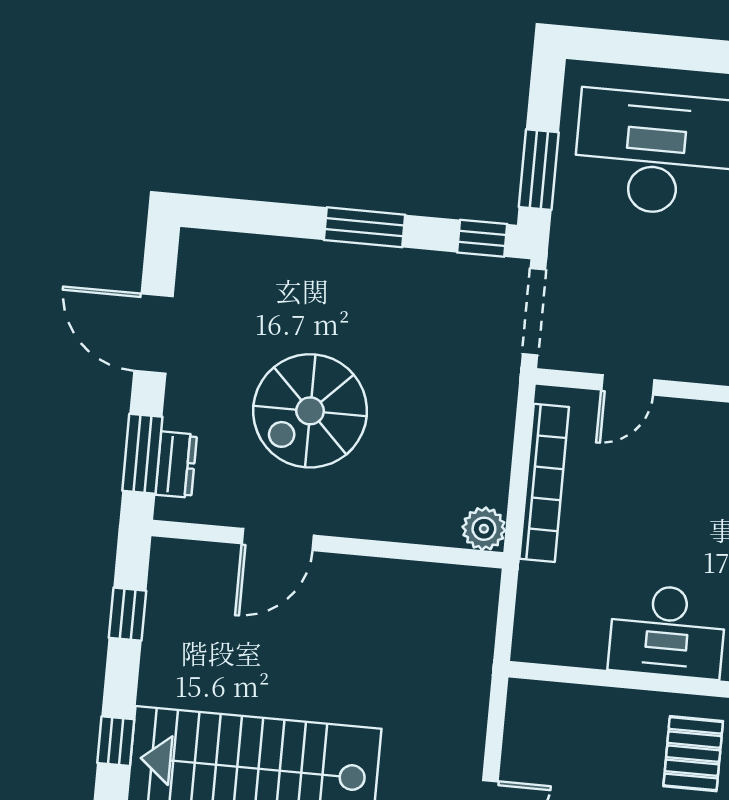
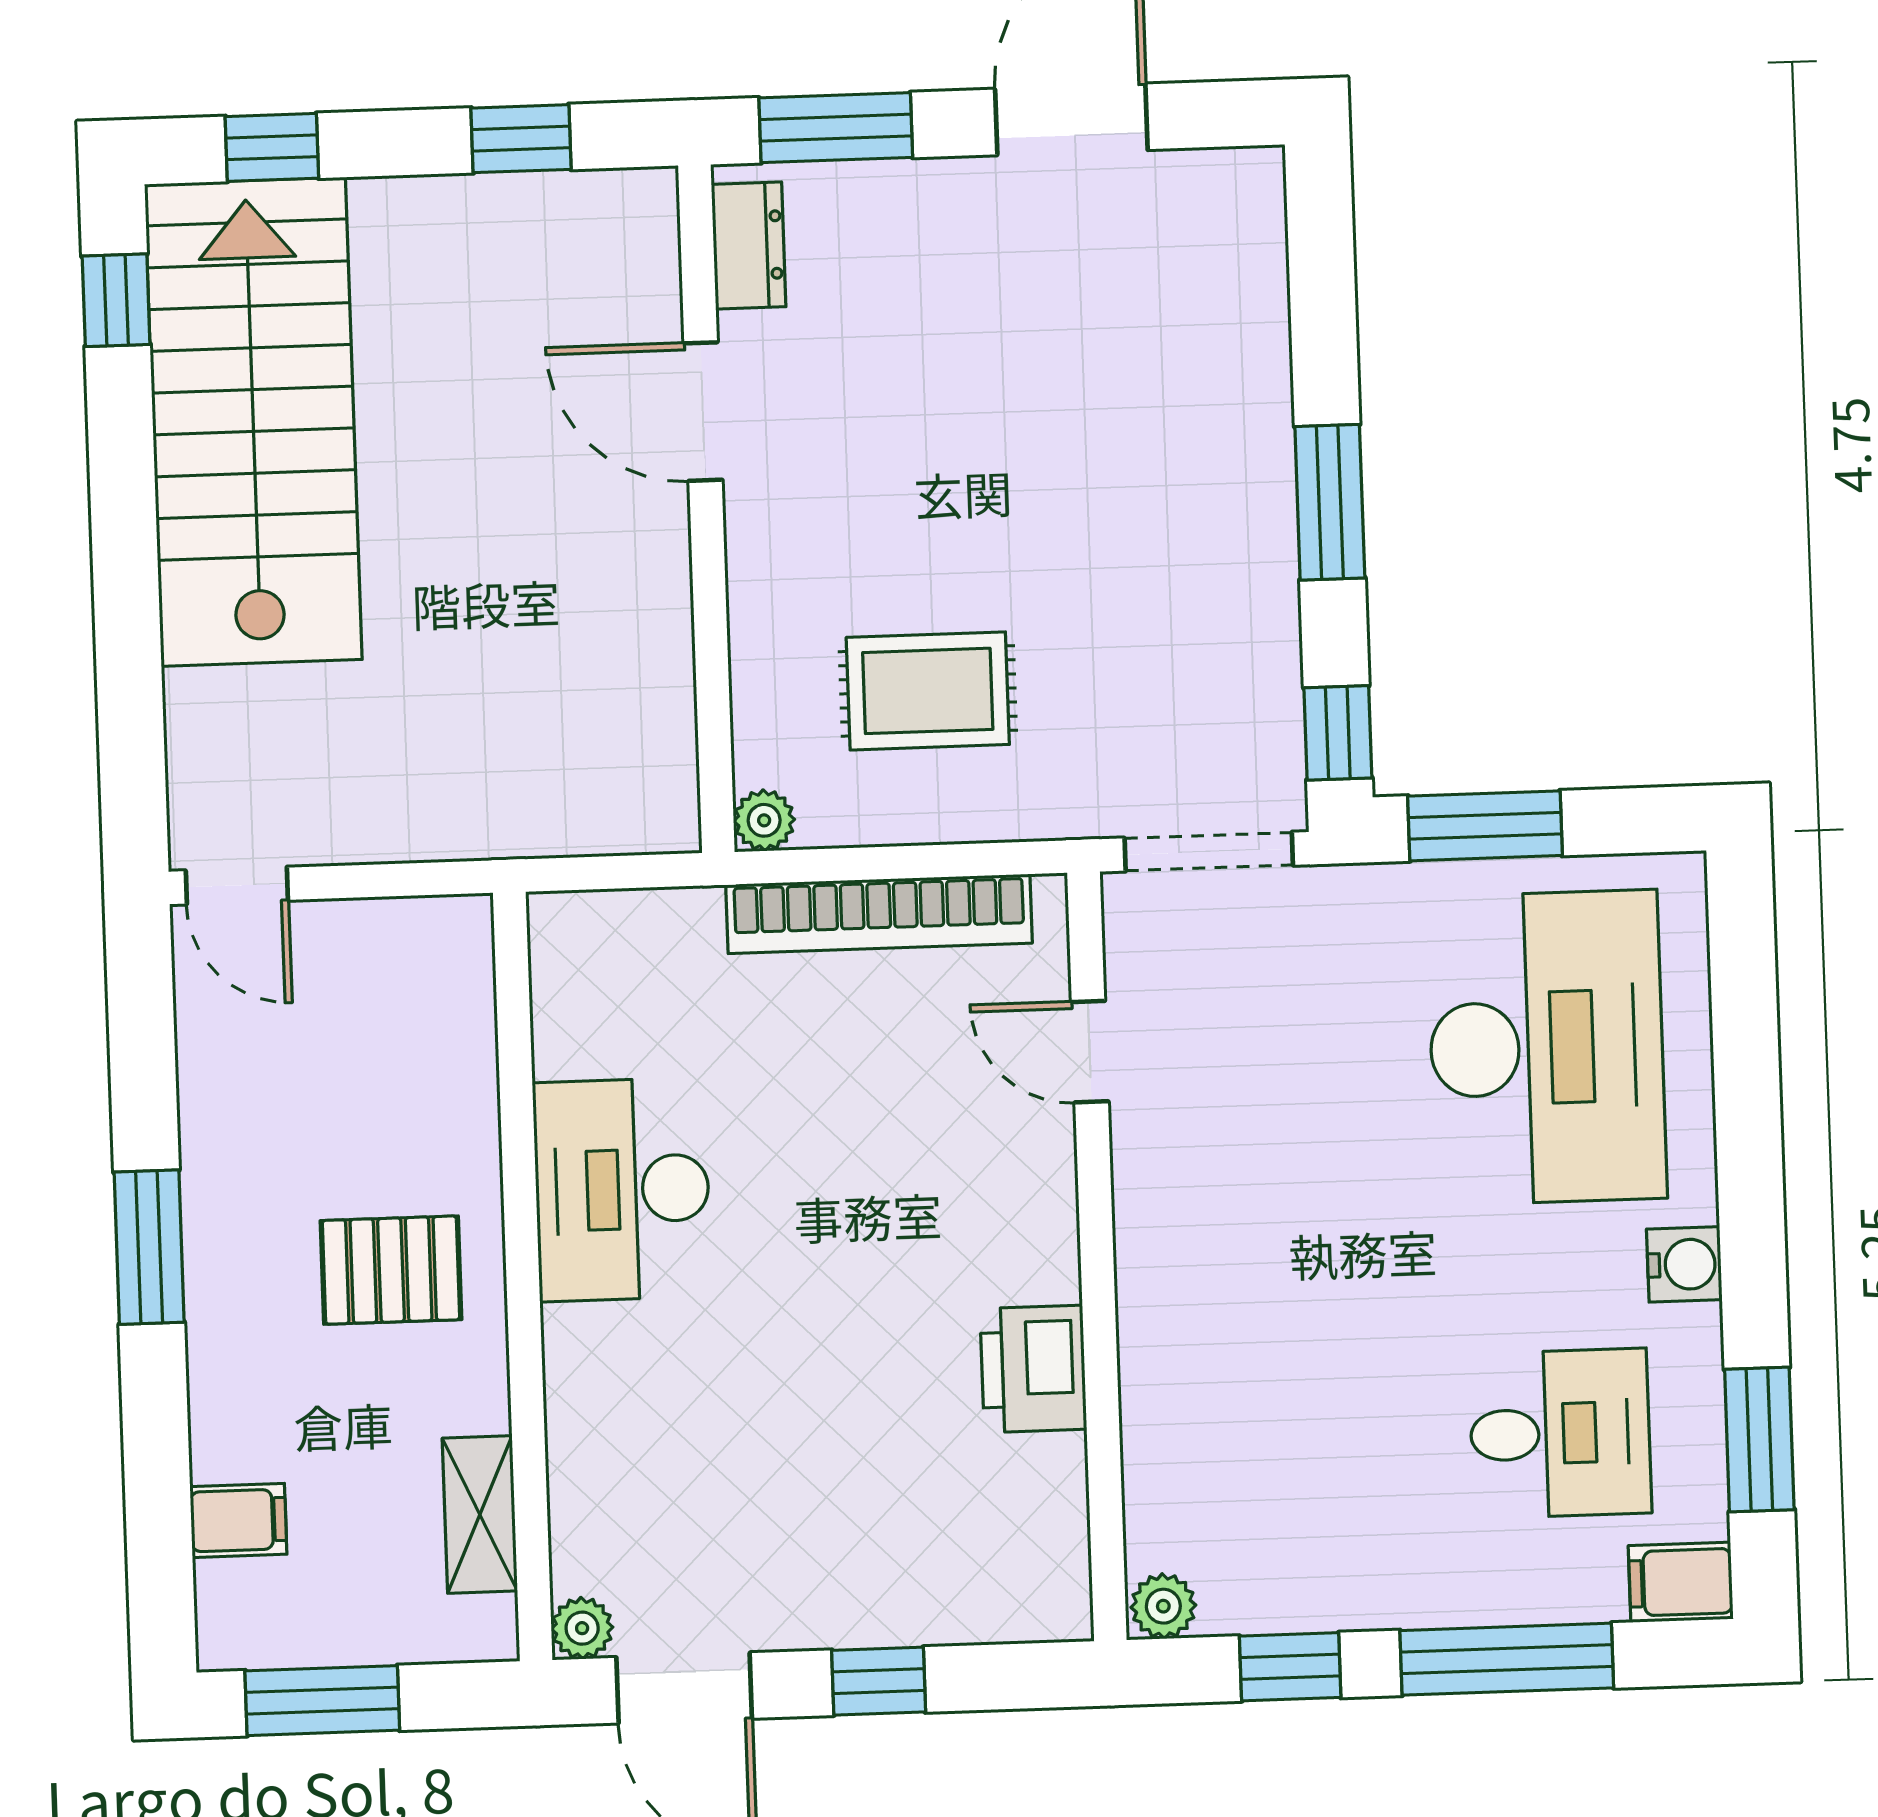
spiral stairs: (310, 411) -> (960, 442), removed
rug: (434, 444) -> (928, 691), added
dresser: (176, 465) -> (749, 245), moved, turned -90
plant: (484, 529) -> (764, 820), width x0.73, depth x0.73

